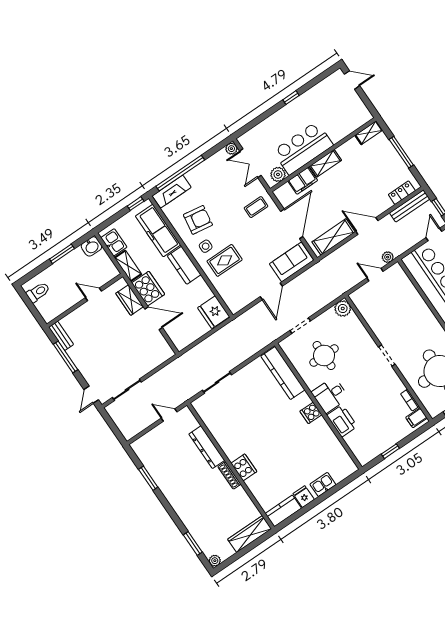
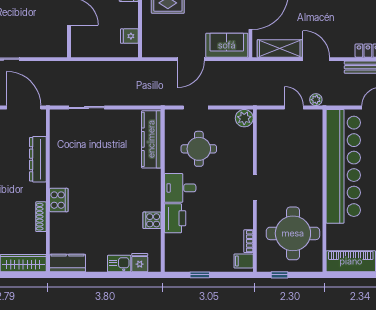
fridge: (214, 312) -> (129, 36), width x0.53, depth x0.75
cooker: (311, 413) -> (152, 220), moved
door: (169, 415) -> (24, 108), width x1.88
shoe rack: (229, 475) -> (41, 217), moved
fridge: (304, 497) -> (140, 263), moved

